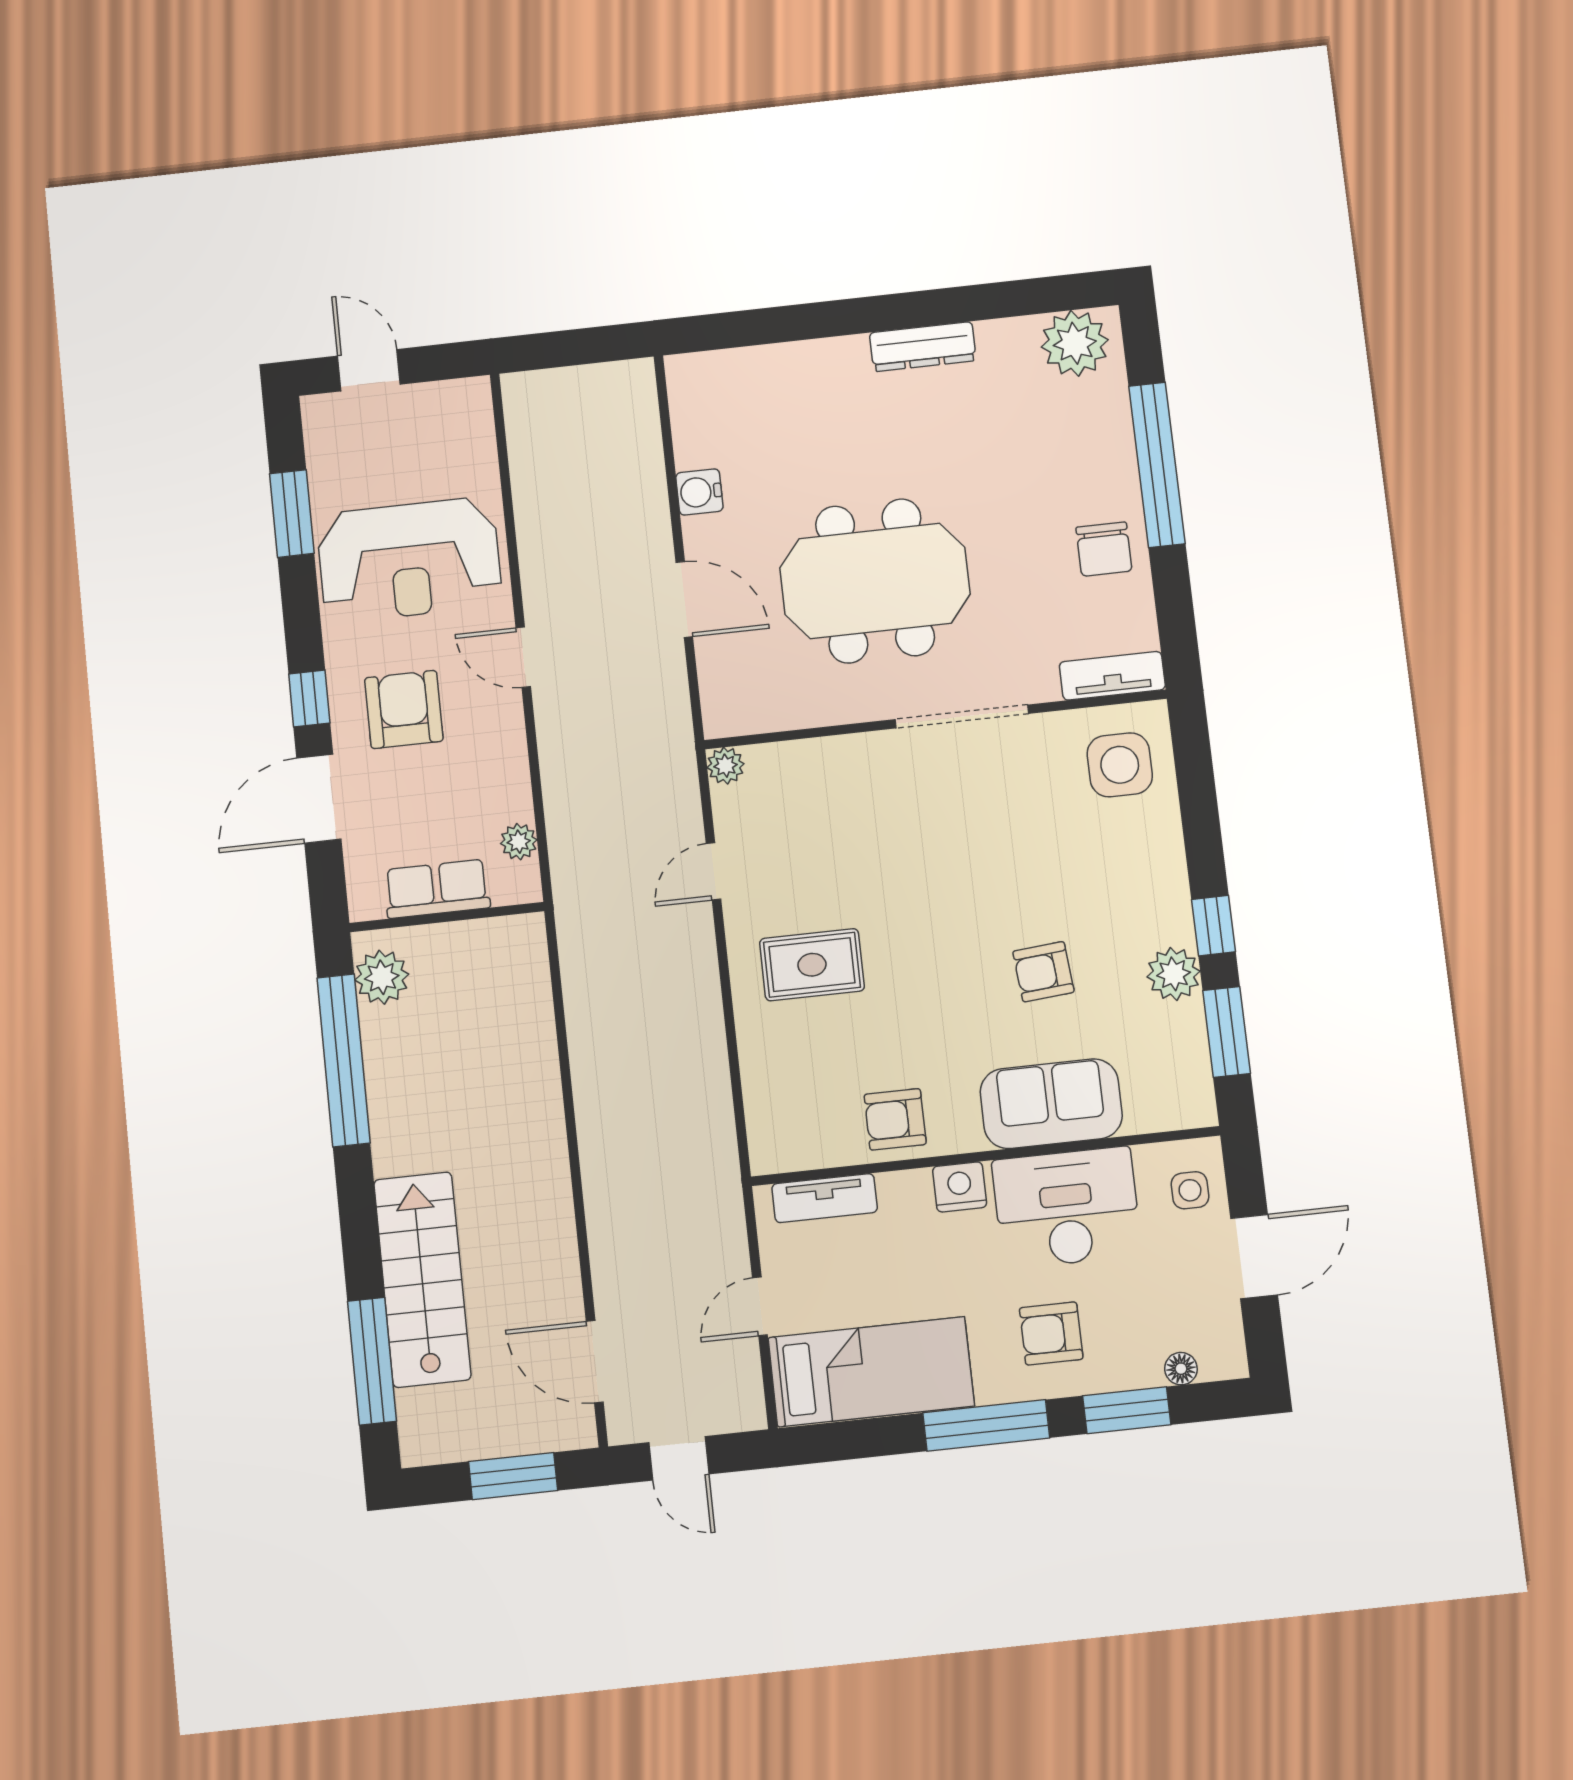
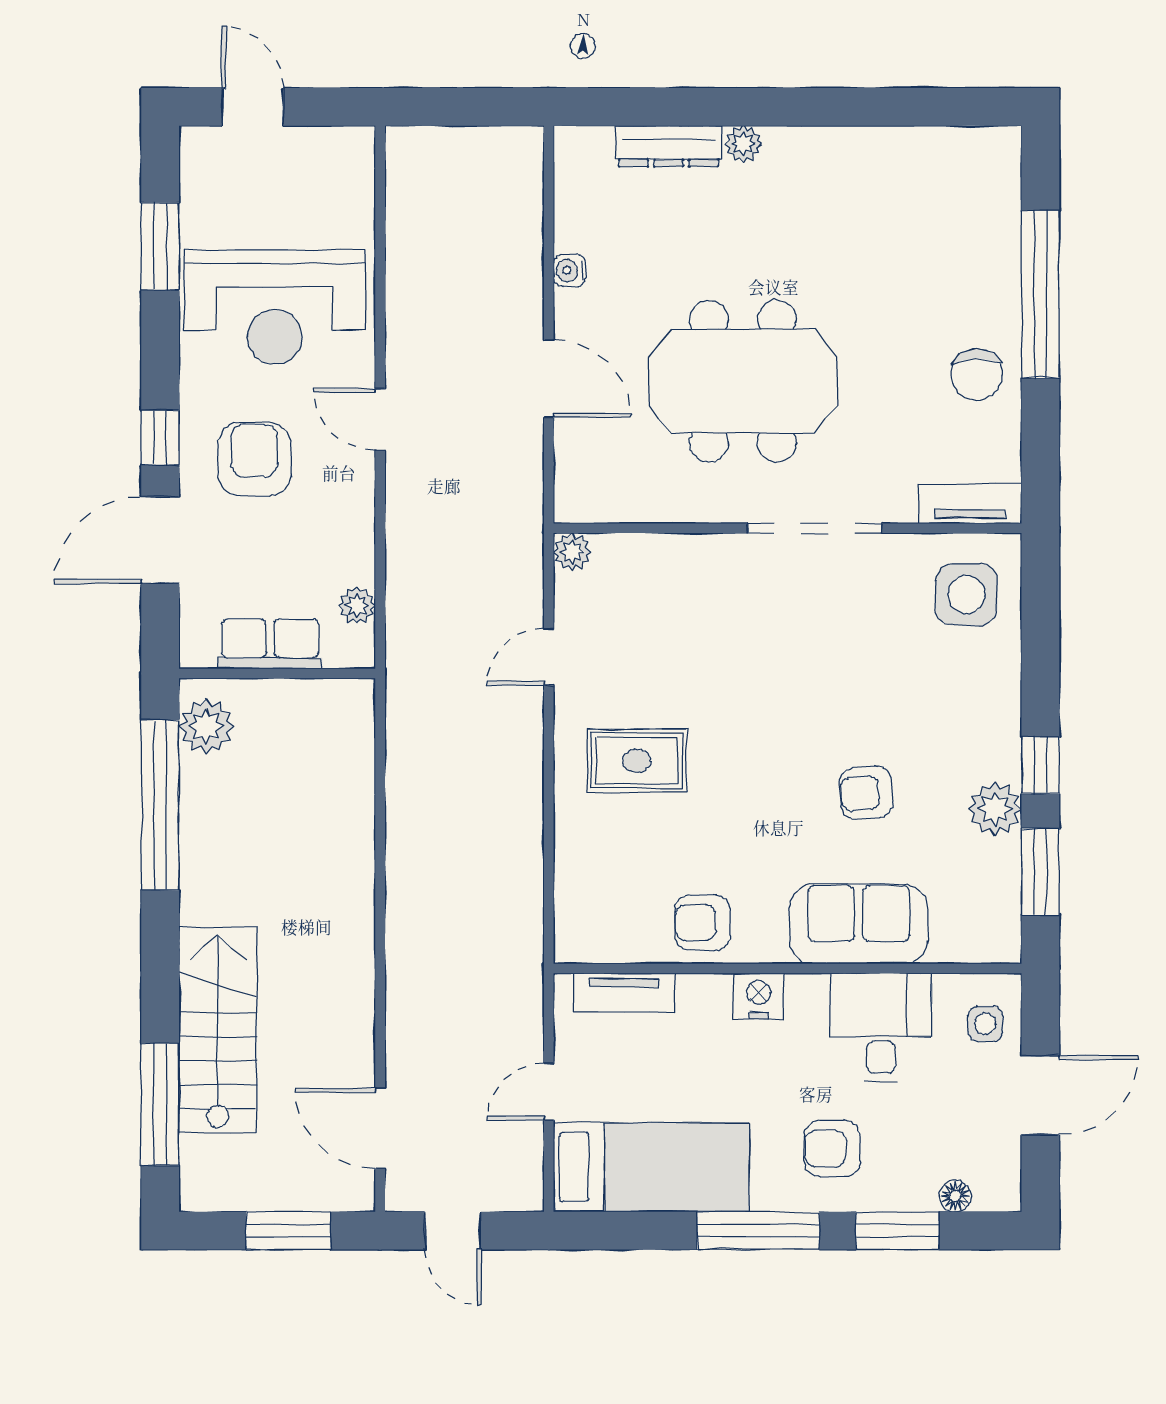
plant: (1075, 343) -> (743, 144), moved, width x0.53, depth x0.53
dresser: (923, 347) -> (669, 146), moved
water cooler: (699, 492) -> (569, 270), width x0.72, depth x0.72
desk: (1067, 1208) -> (881, 1028), width x0.73

